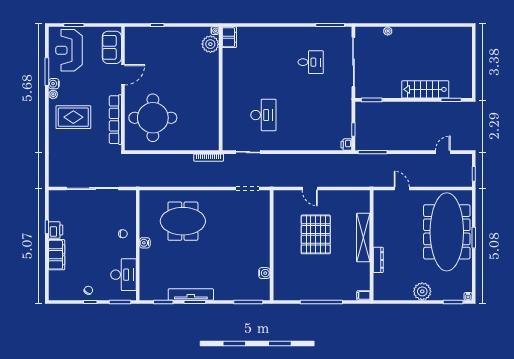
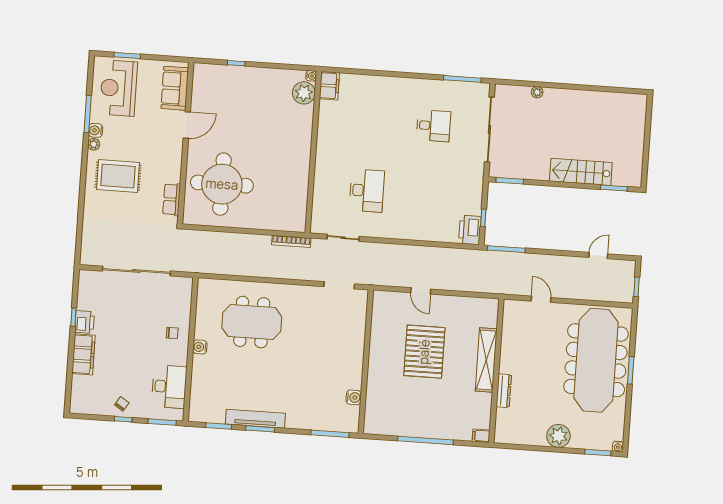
row of seats: (115, 120) -> (172, 199), width x0.50
printer: (346, 145) -> (470, 230), width x1.87, depth x1.48

